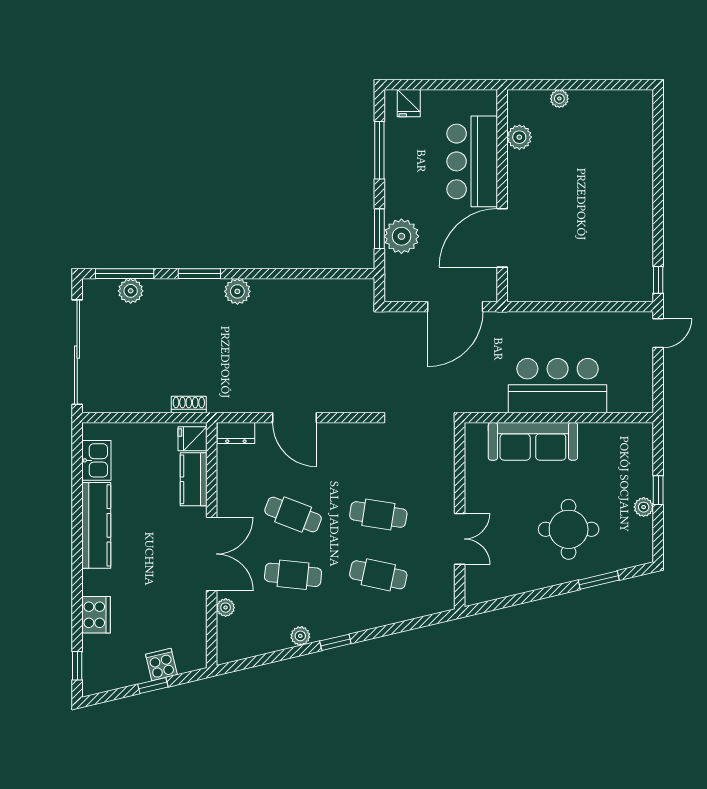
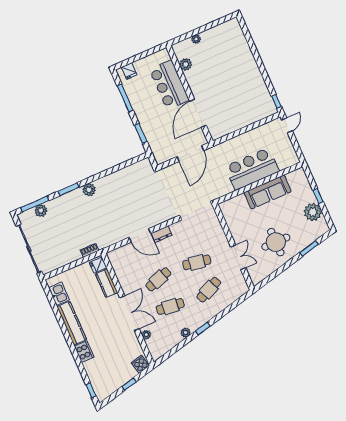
plant: (401, 236) -> (152, 132), removed
dresser: (236, 433) -> (162, 234), moved
sofa: (533, 441) -> (268, 192), moved
plant: (644, 507) -> (313, 212), width x1.88, depth x1.88
cafe table: (293, 515) -> (158, 279), turned -39
round table: (569, 529) -> (276, 242), moved
cafe table: (378, 575) -> (209, 290), turned -36
cooker: (96, 615) -> (84, 352), moved
cooker: (161, 665) -> (140, 364), moved

